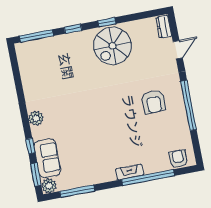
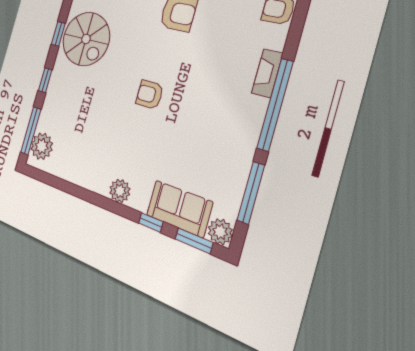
plant: (31, 50) -> (42, 146), added
armchair: (99, 108) -> (150, 95), added
fireplace: (130, 172) -> (267, 73), moved
window: (148, 178) -> (275, 105), moved

